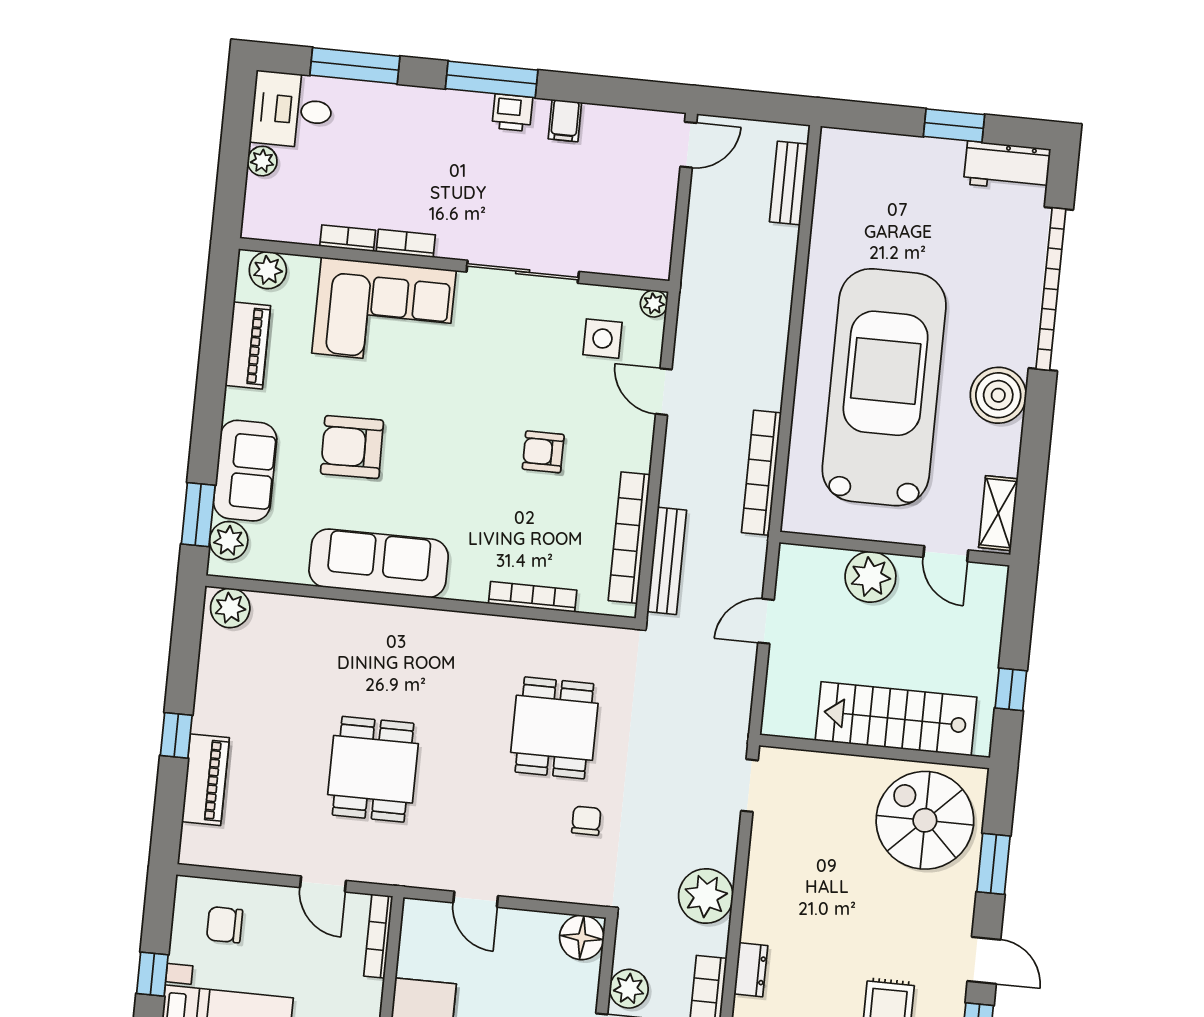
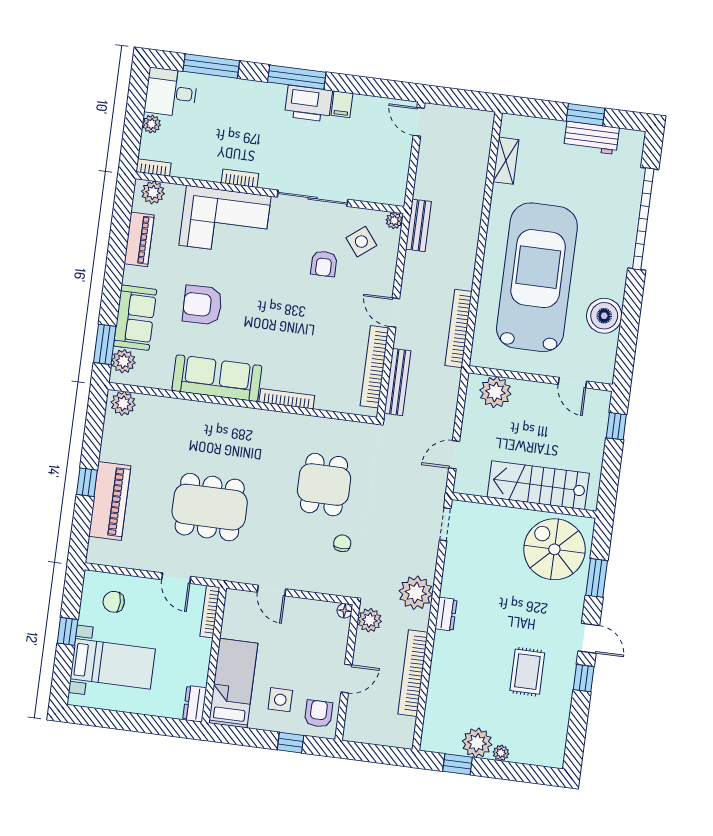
printer: (512, 113) -> (308, 104), width x1.87, depth x1.48
door: (688, 145) -> (419, 122), swing flipped
workbench: (1007, 166) -> (591, 138), moved
bench: (789, 183) -> (418, 225), moved
bookcase: (348, 238) -> (154, 167), moved
side table: (603, 339) -> (361, 242), turned -38
door: (664, 392) -> (394, 313), moved
boiler: (998, 395) -> (604, 316), moved
armchair: (543, 452) -> (324, 264), moved, turned -90
shelving: (998, 513) -> (506, 161), moved
plant: (870, 577) -> (495, 392), moved
bookcase: (533, 597) -> (287, 399), moved
door: (766, 621) -> (454, 455), moved
window: (1011, 689) -> (616, 426), moved
dining table: (373, 769) -> (210, 507), width x1.37
piano: (205, 780) -> (110, 501), width x1.37, depth x1.33
floor lamp: (582, 937) -> (345, 611), width x0.53, depth x0.53
dresser: (751, 970) -> (446, 614), moved
plant: (629, 989) -> (370, 620), moved

